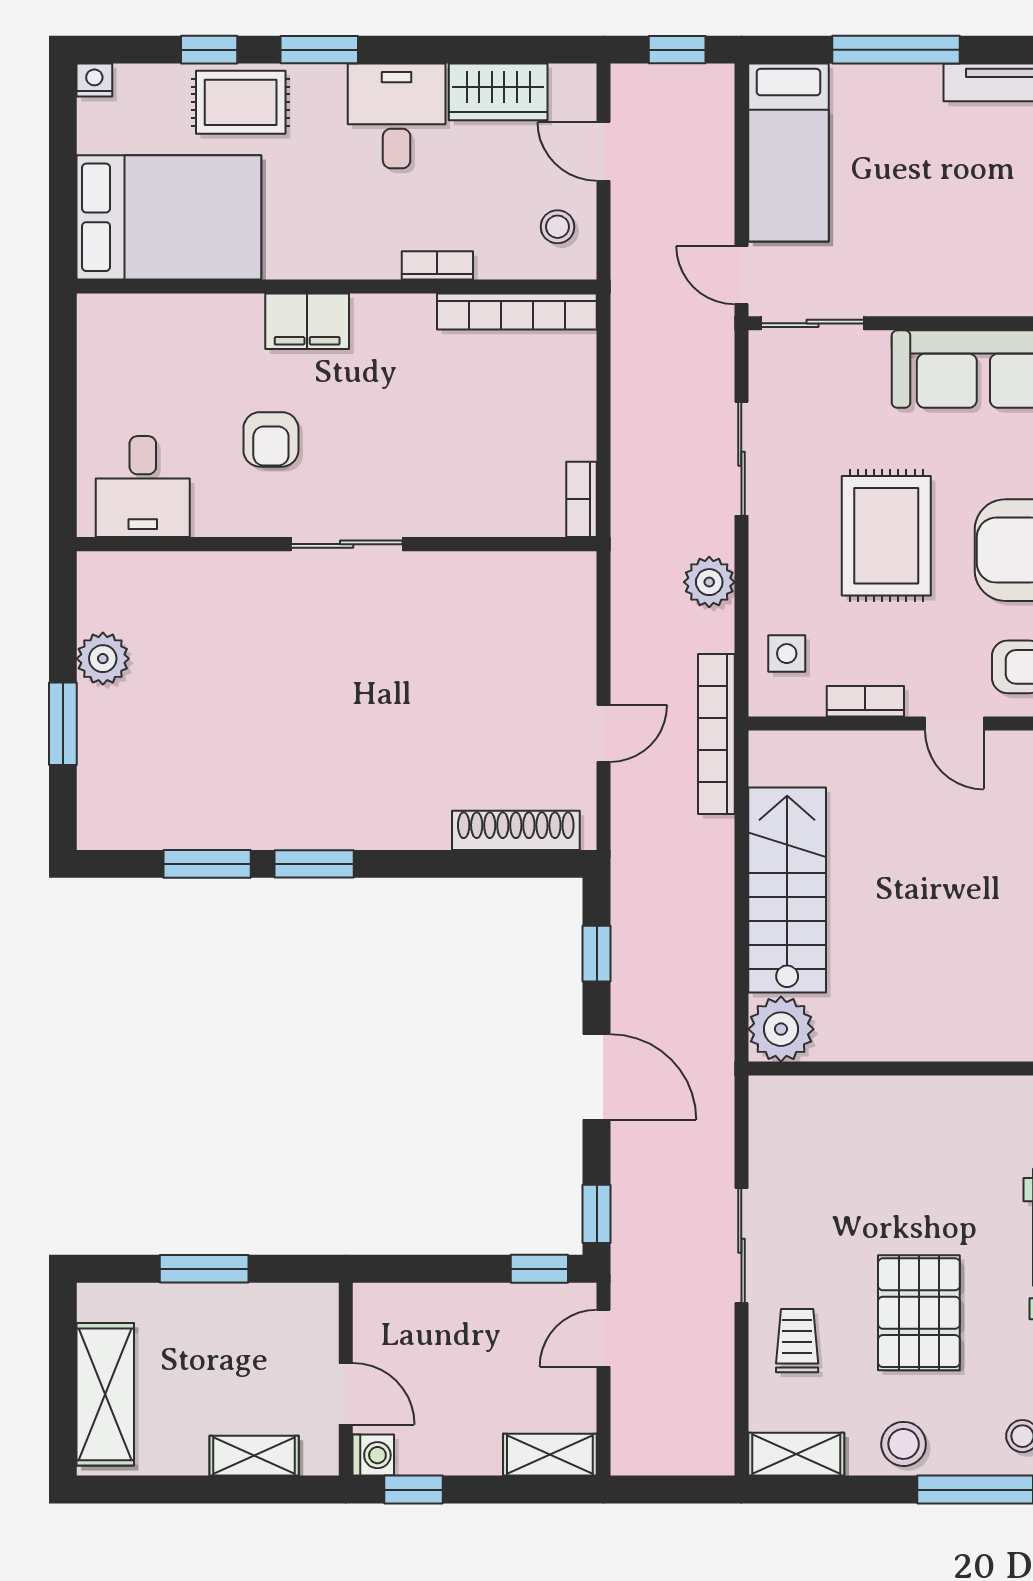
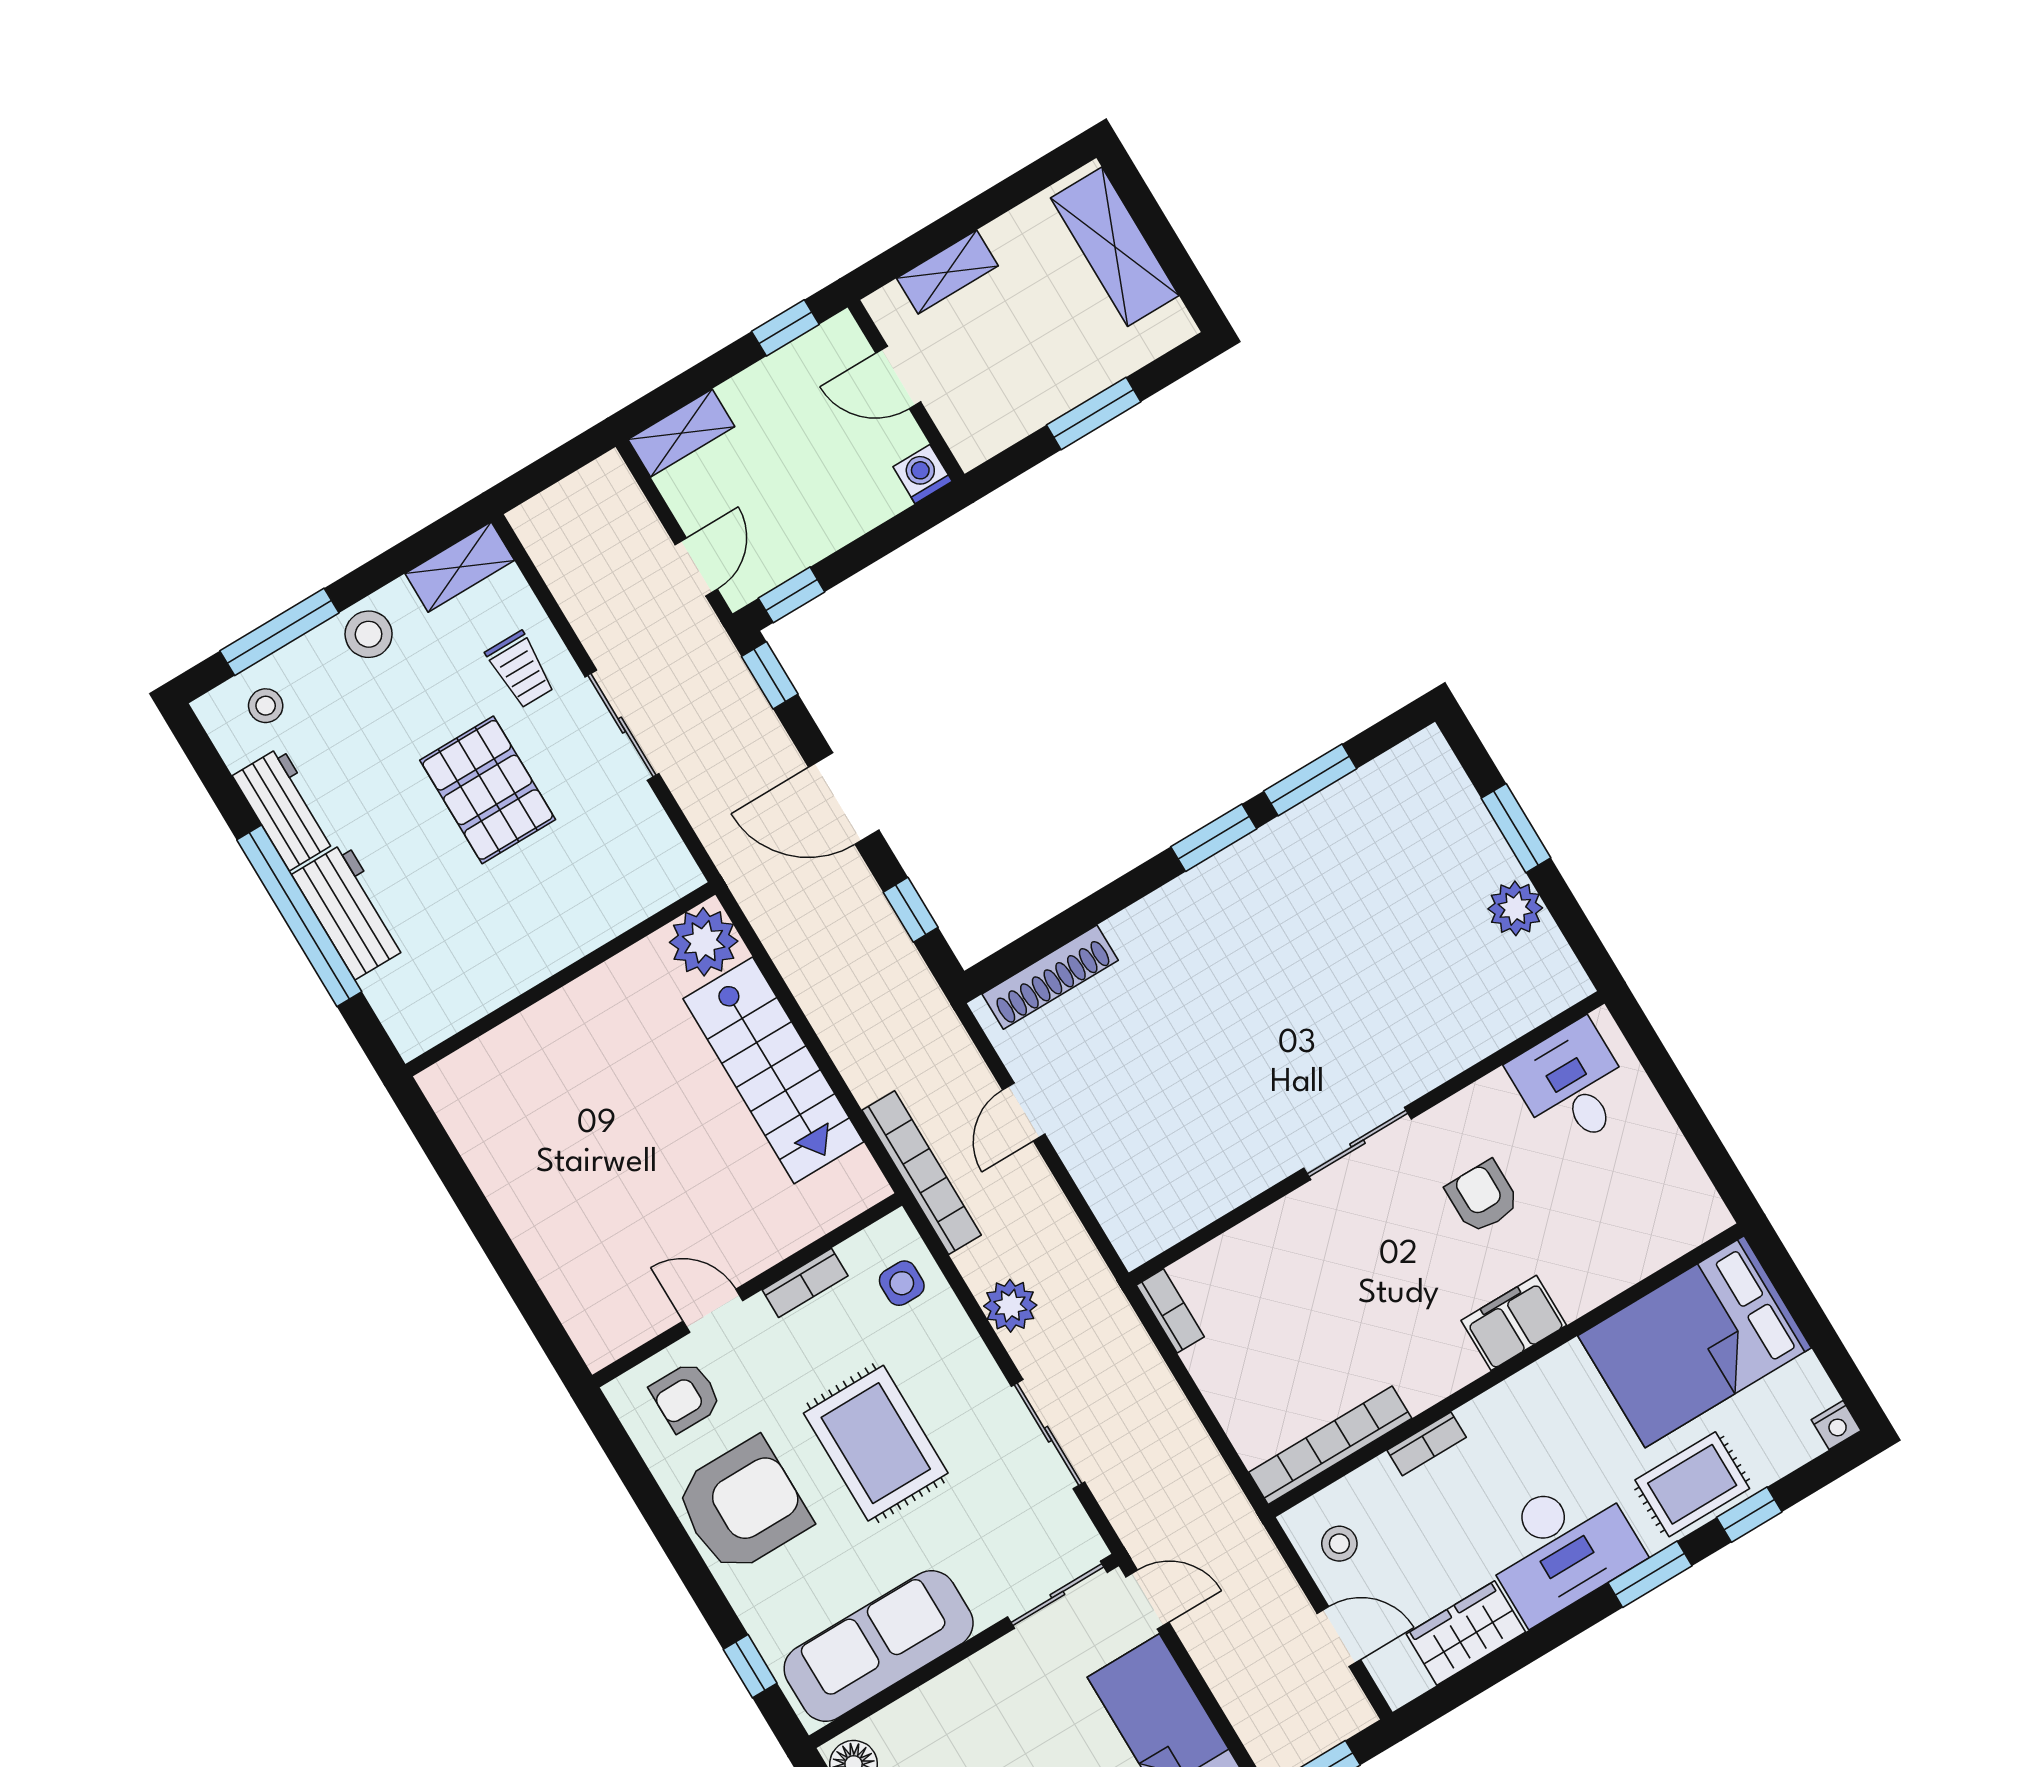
desk: (397, 116) -> (1561, 1547), width x1.37
pallet: (919, 1313) -> (488, 790), moved
washing machine: (373, 1455) -> (923, 474), moved, turned 90

